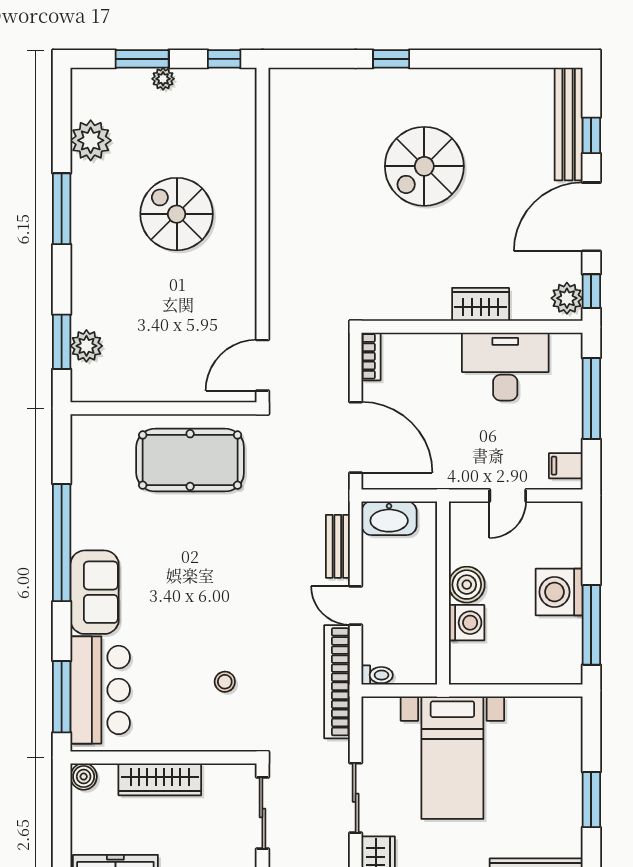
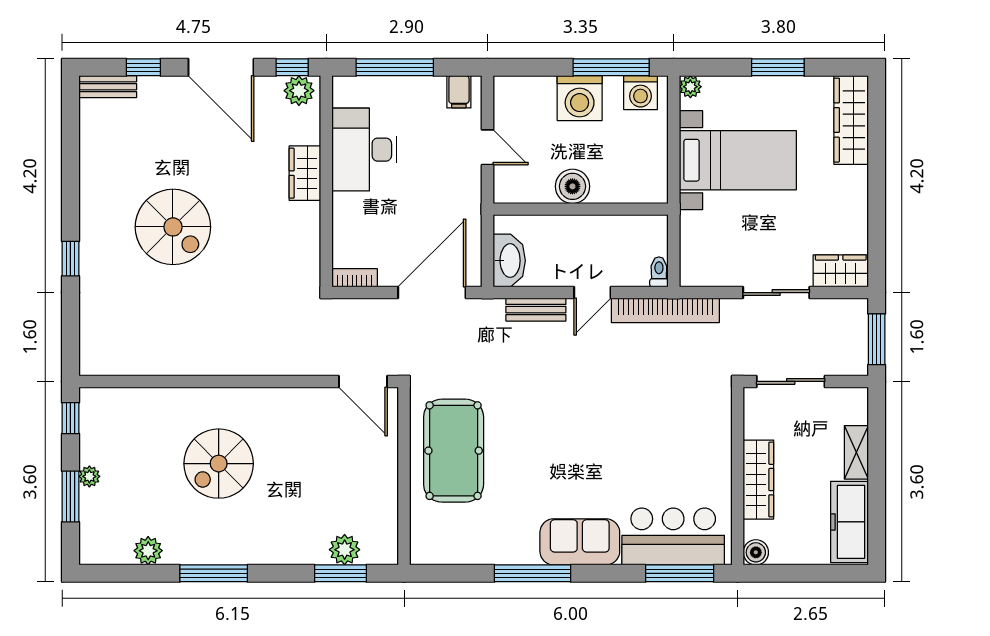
bench: (569, 124) -> (108, 87), width x0.54, depth x0.82
plant: (91, 140) -> (148, 551), width x0.73, depth x0.73
window: (62, 543) -> (533, 573), width x0.68
washing machine: (467, 623) -> (641, 93), moved, turned 180
stool: (225, 682) -> (665, 417), removed
plant: (571, 708) -> (690, 87), added
bed with nightstands: (452, 758) -> (738, 160), moved

